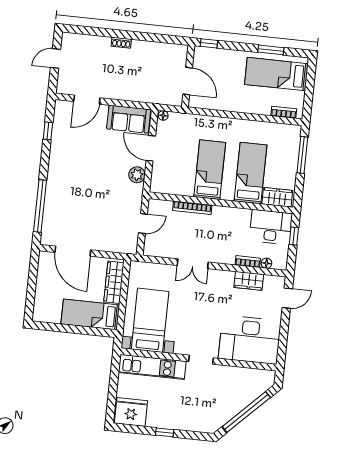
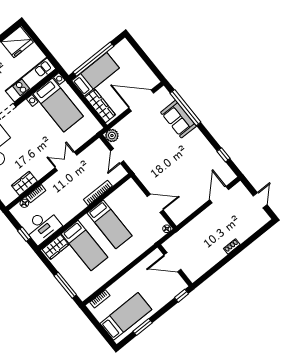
sofa: (129, 119) -> (178, 119), moved, turned -90
plant: (137, 175) -> (112, 136), moved
window: (79, 330) -> (93, 59), added

